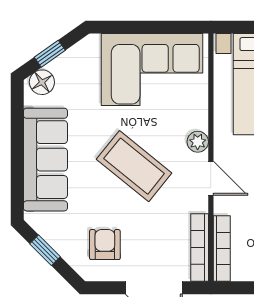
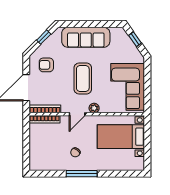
floor lamp: (42, 82) -> (122, 36), removed
coffee table: (134, 166) -> (83, 78), turned -39
armchair: (105, 245) -> (46, 65), turned 180

